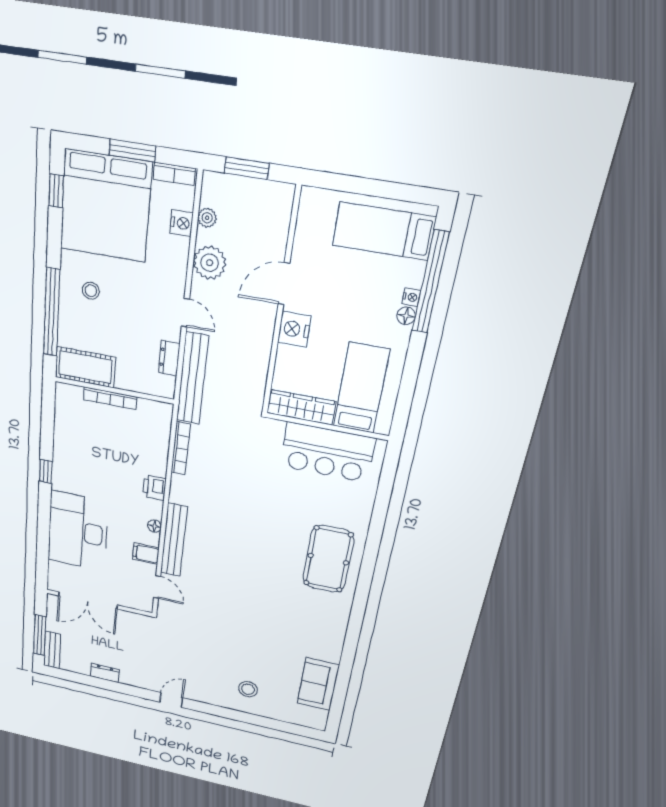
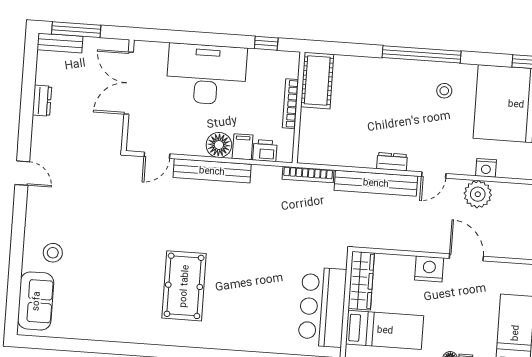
plant: (207, 218) -> (514, 191), removed
nightstand: (182, 223) -> (486, 168), moved
cot: (85, 367) -> (317, 81), moved
wall: (114, 390) -> (299, 107), moved
bookcase: (110, 398) -> (290, 104), moved
floor lamp: (154, 526) -> (219, 145), width x1.89, depth x1.89
filing cabinet: (146, 554) -> (243, 147), moved
pool table: (328, 559) -> (184, 286), moved, turned 90
sofa: (318, 684) -> (36, 301), moved, turned 90

